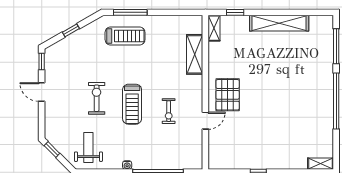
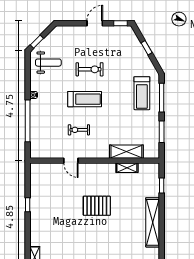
window: (171, 12) -> (162, 132), added
shelving: (214, 28) -> (127, 168), moved
pallet: (228, 95) -> (97, 206), moved
treadmill: (132, 104) -> (85, 99), turned 180
window: (52, 150) -> (37, 42), moved

